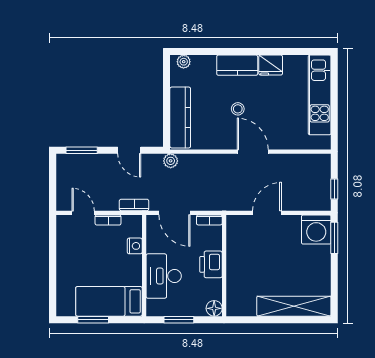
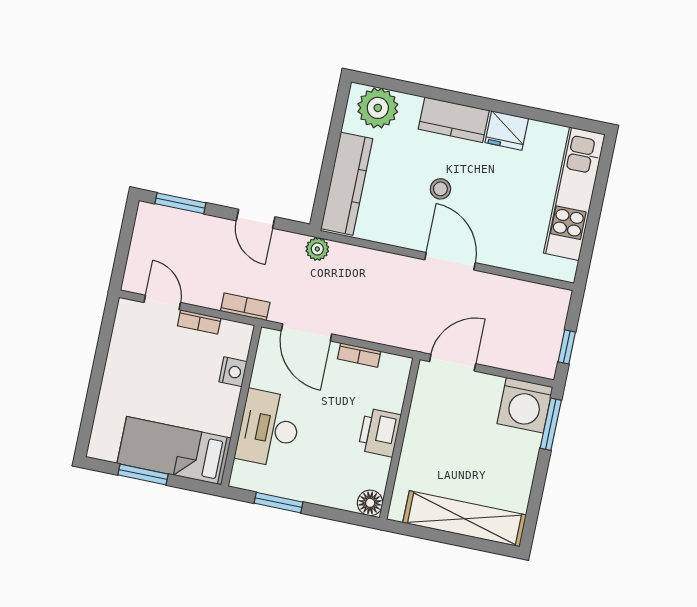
plant: (184, 62) -> (378, 108), width x1.87, depth x1.87
printer: (211, 264) -> (379, 432), moved
wall: (224, 266) -> (400, 439), moved
floor lamp: (214, 308) -> (370, 503), moved

